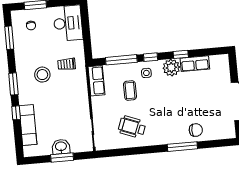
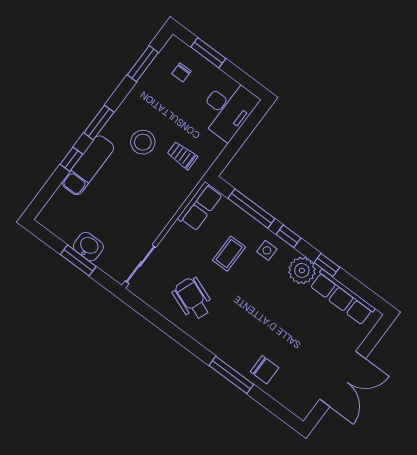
row of seats: (195, 64) -> (342, 297), width x1.48
exam couch: (28, 125) -> (88, 165), moved

